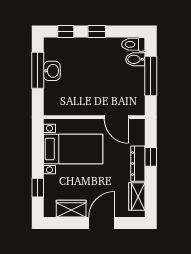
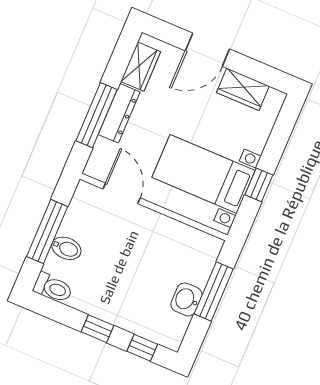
bidet: (135, 59) -> (66, 248), moved
window: (38, 70) -> (214, 291), moved
window: (151, 157) -> (97, 115), width x2.17
window: (38, 188) -> (259, 185), moved

